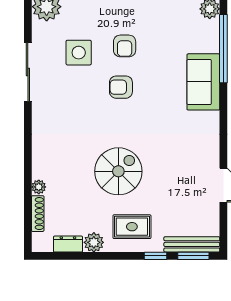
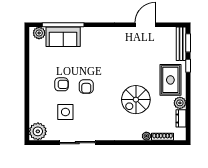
sofa: (203, 82) -> (63, 37), moved
spiral stairs: (118, 171) -> (136, 100), moved, turned -90
rug: (132, 227) -> (170, 80), width x1.36, depth x1.43

